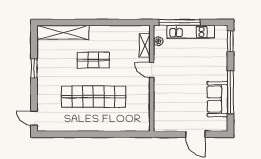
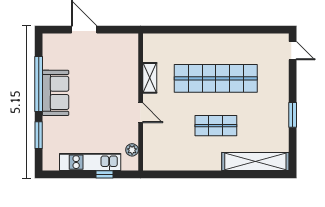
window: (180, 22) -> (104, 174), width x0.32
window: (231, 41) -> (39, 135), moved
shelving: (145, 45) -> (150, 78), moved
sofa: (217, 99) -> (56, 93), moved

